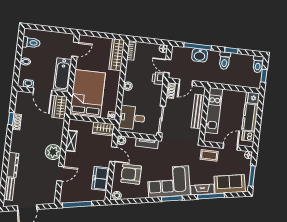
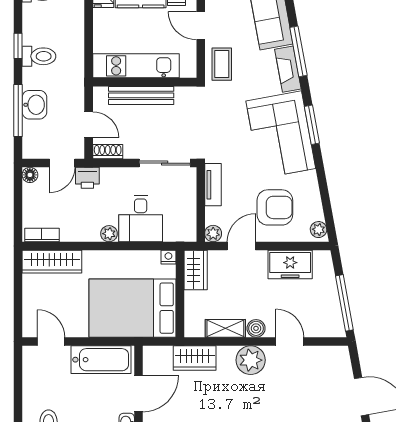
wardrobe: (60, 107) -> (195, 358), moved
desk: (132, 118) -> (141, 218), moved
boiler: (69, 157) -> (256, 328), added
armchair: (131, 174) -> (275, 207), turned -90

